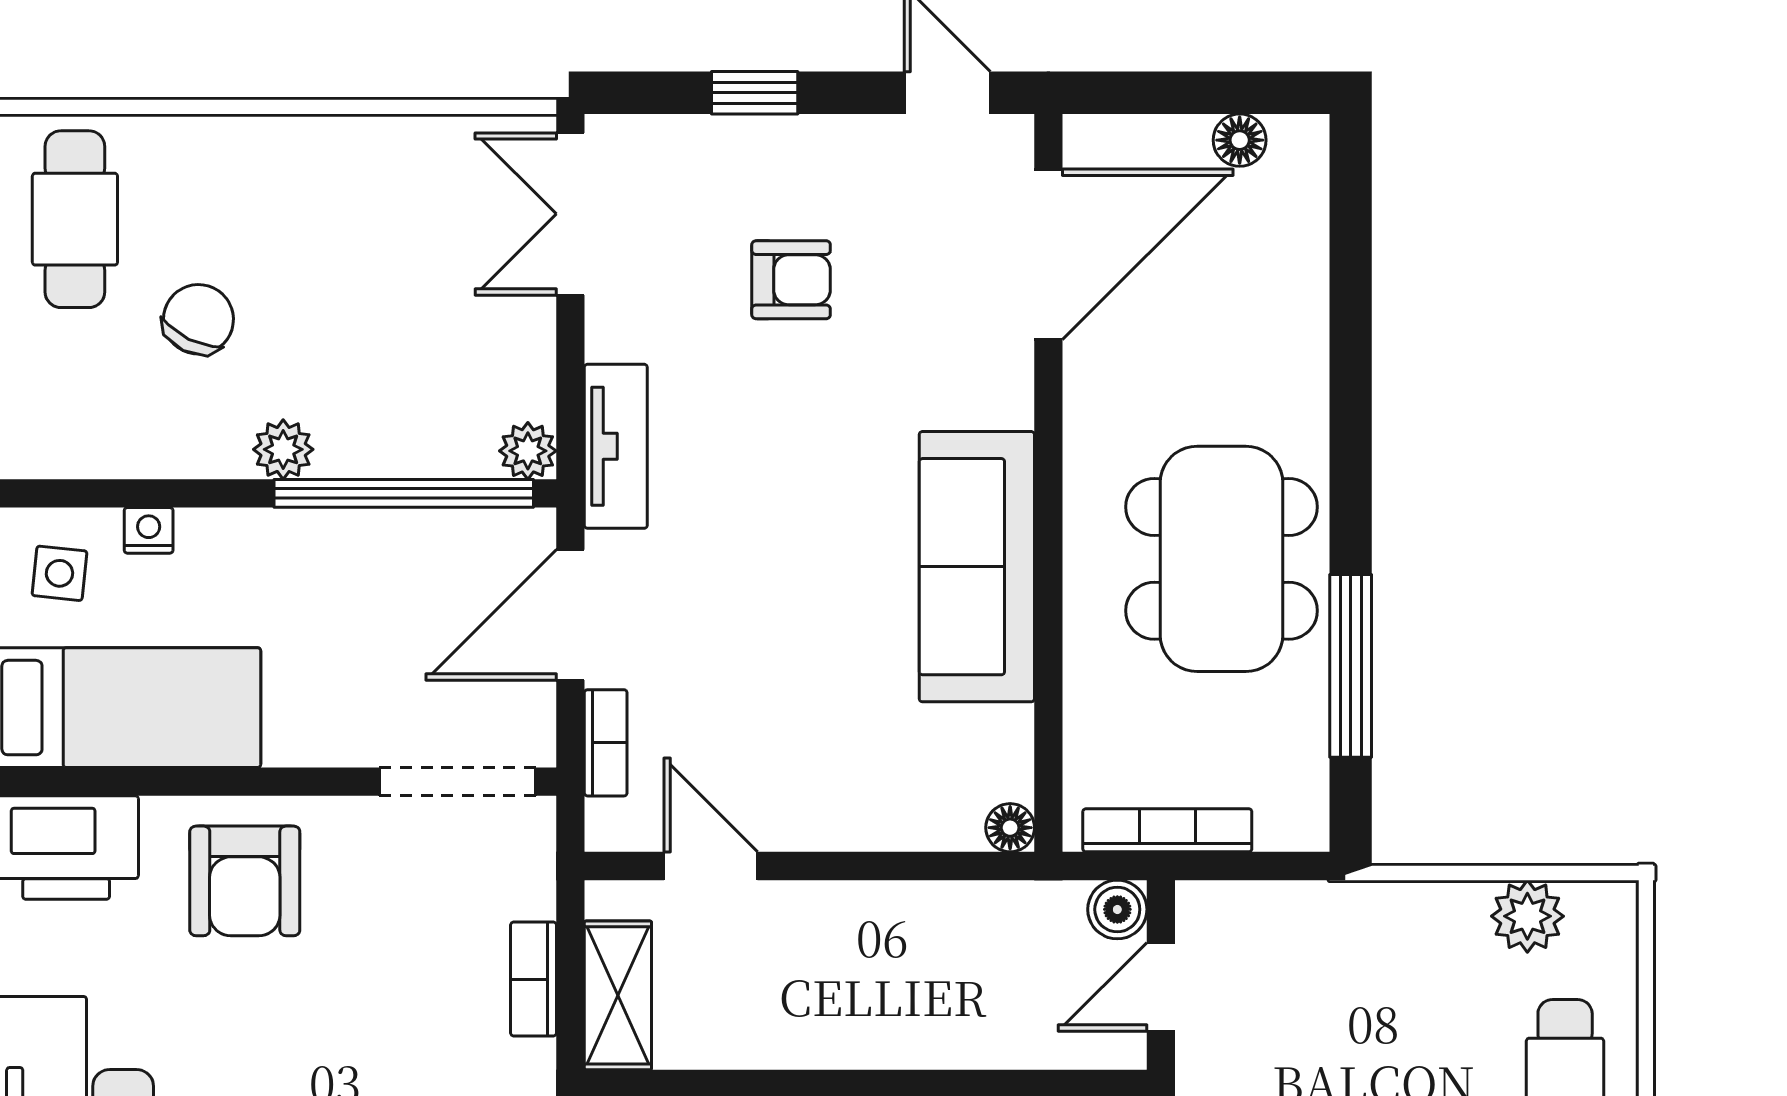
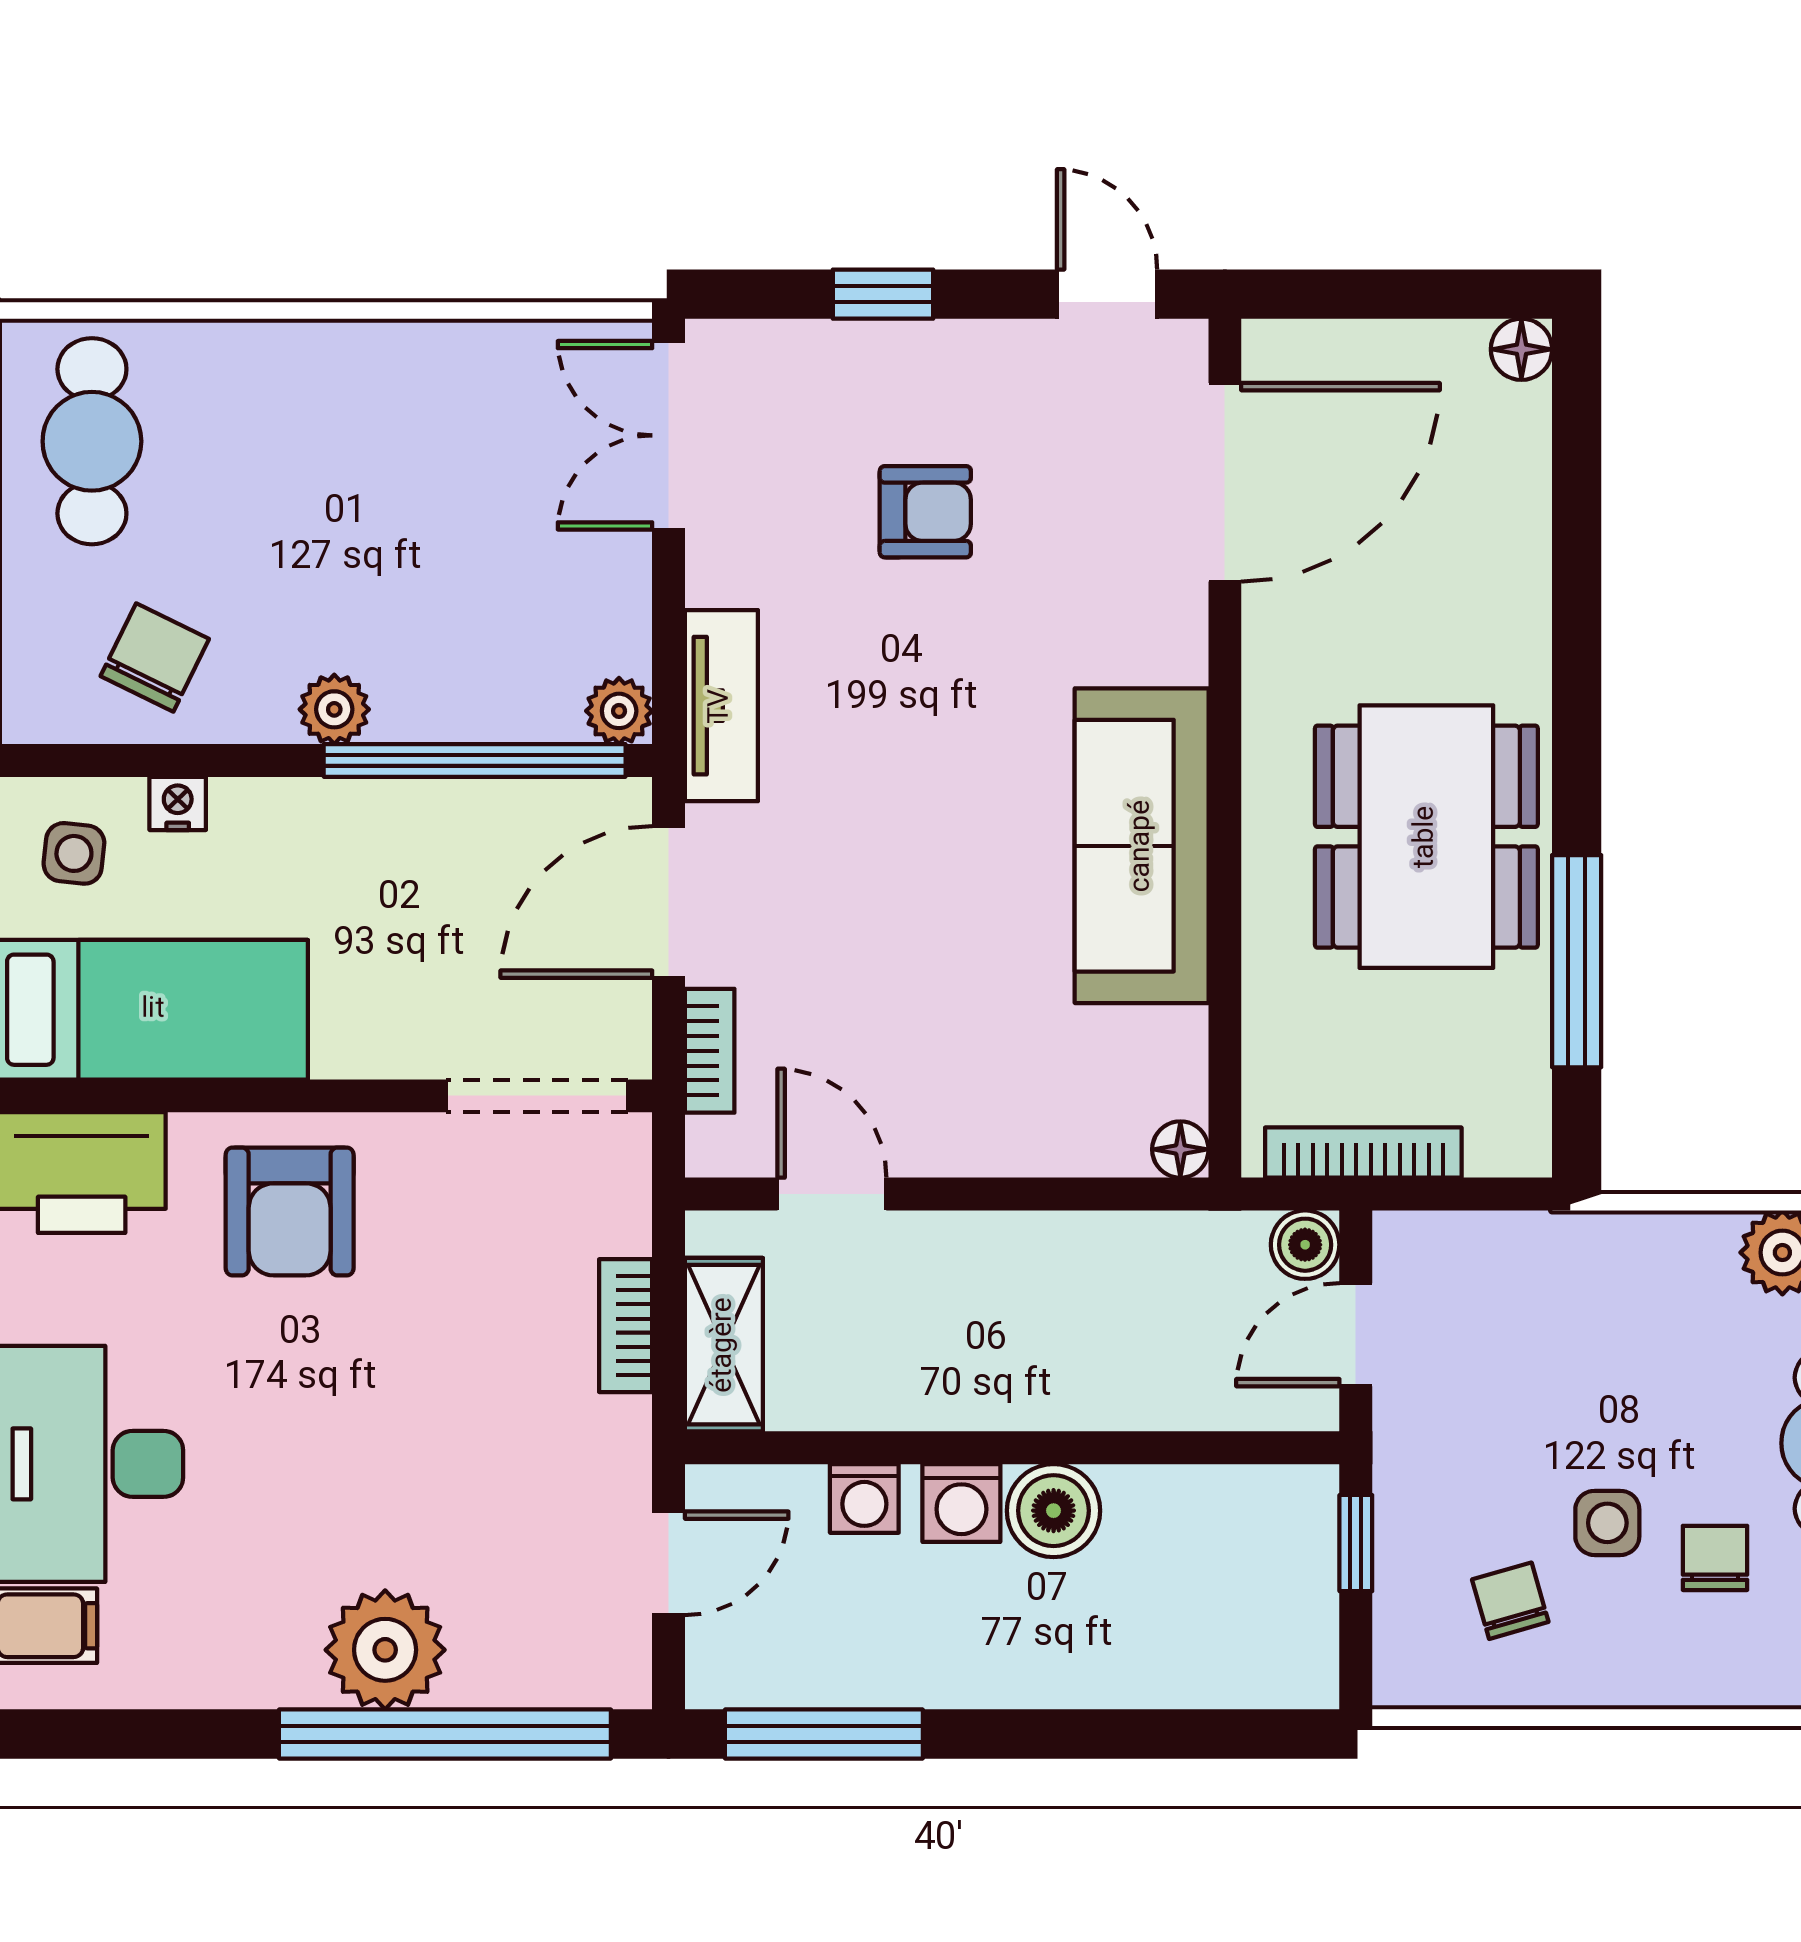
floor lamp: (1240, 140) -> (1521, 349), moved
chair: (198, 319) -> (155, 657), moved

